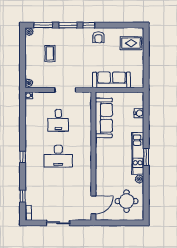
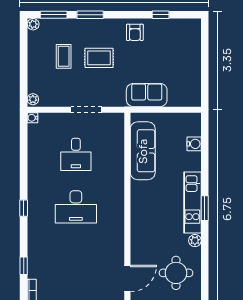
window: (89, 25) -> (161, 15), moved
rug: (131, 43) -> (99, 58), moved
sofa: (112, 80) -> (147, 95), width x0.73

